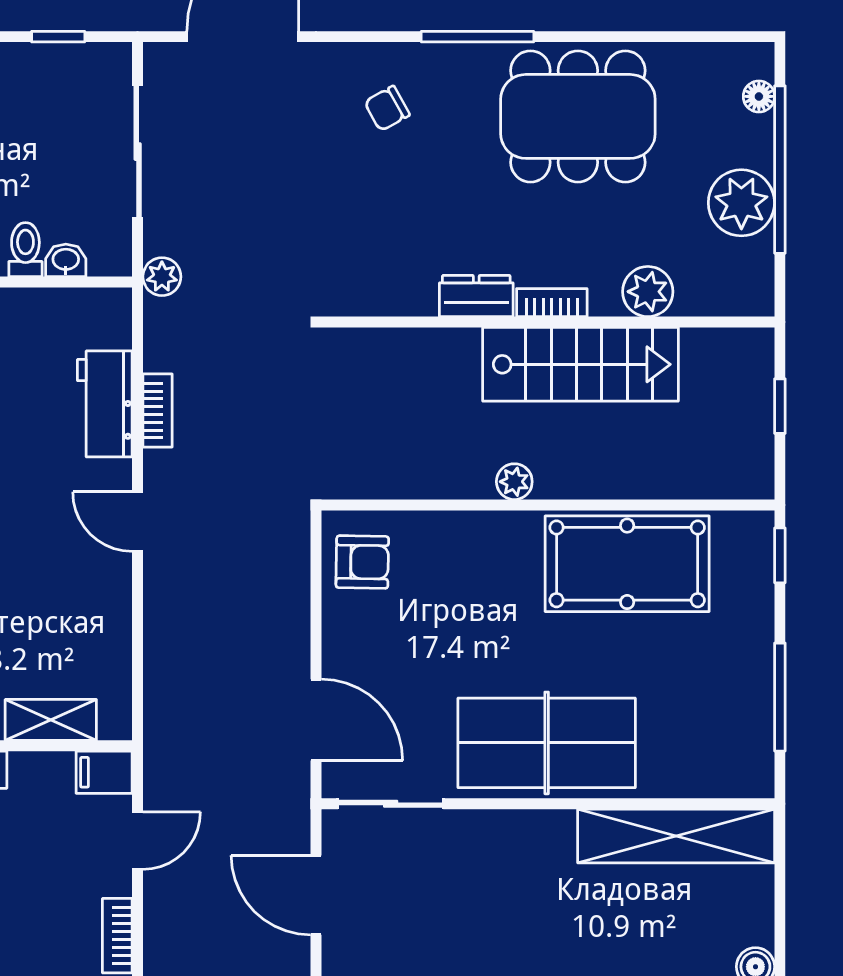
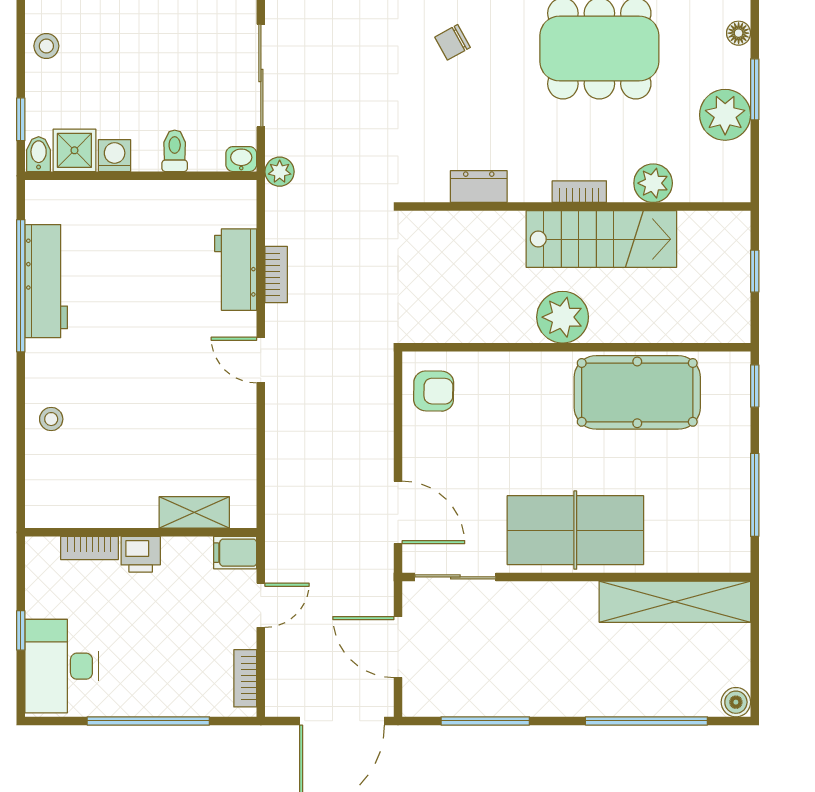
window: (780, 170) -> (755, 89), width x0.47
washbasin: (66, 260) -> (241, 159), moved
dresser: (476, 296) -> (479, 187), moved
plant: (514, 482) -> (563, 317), width x1.88, depth x1.88

